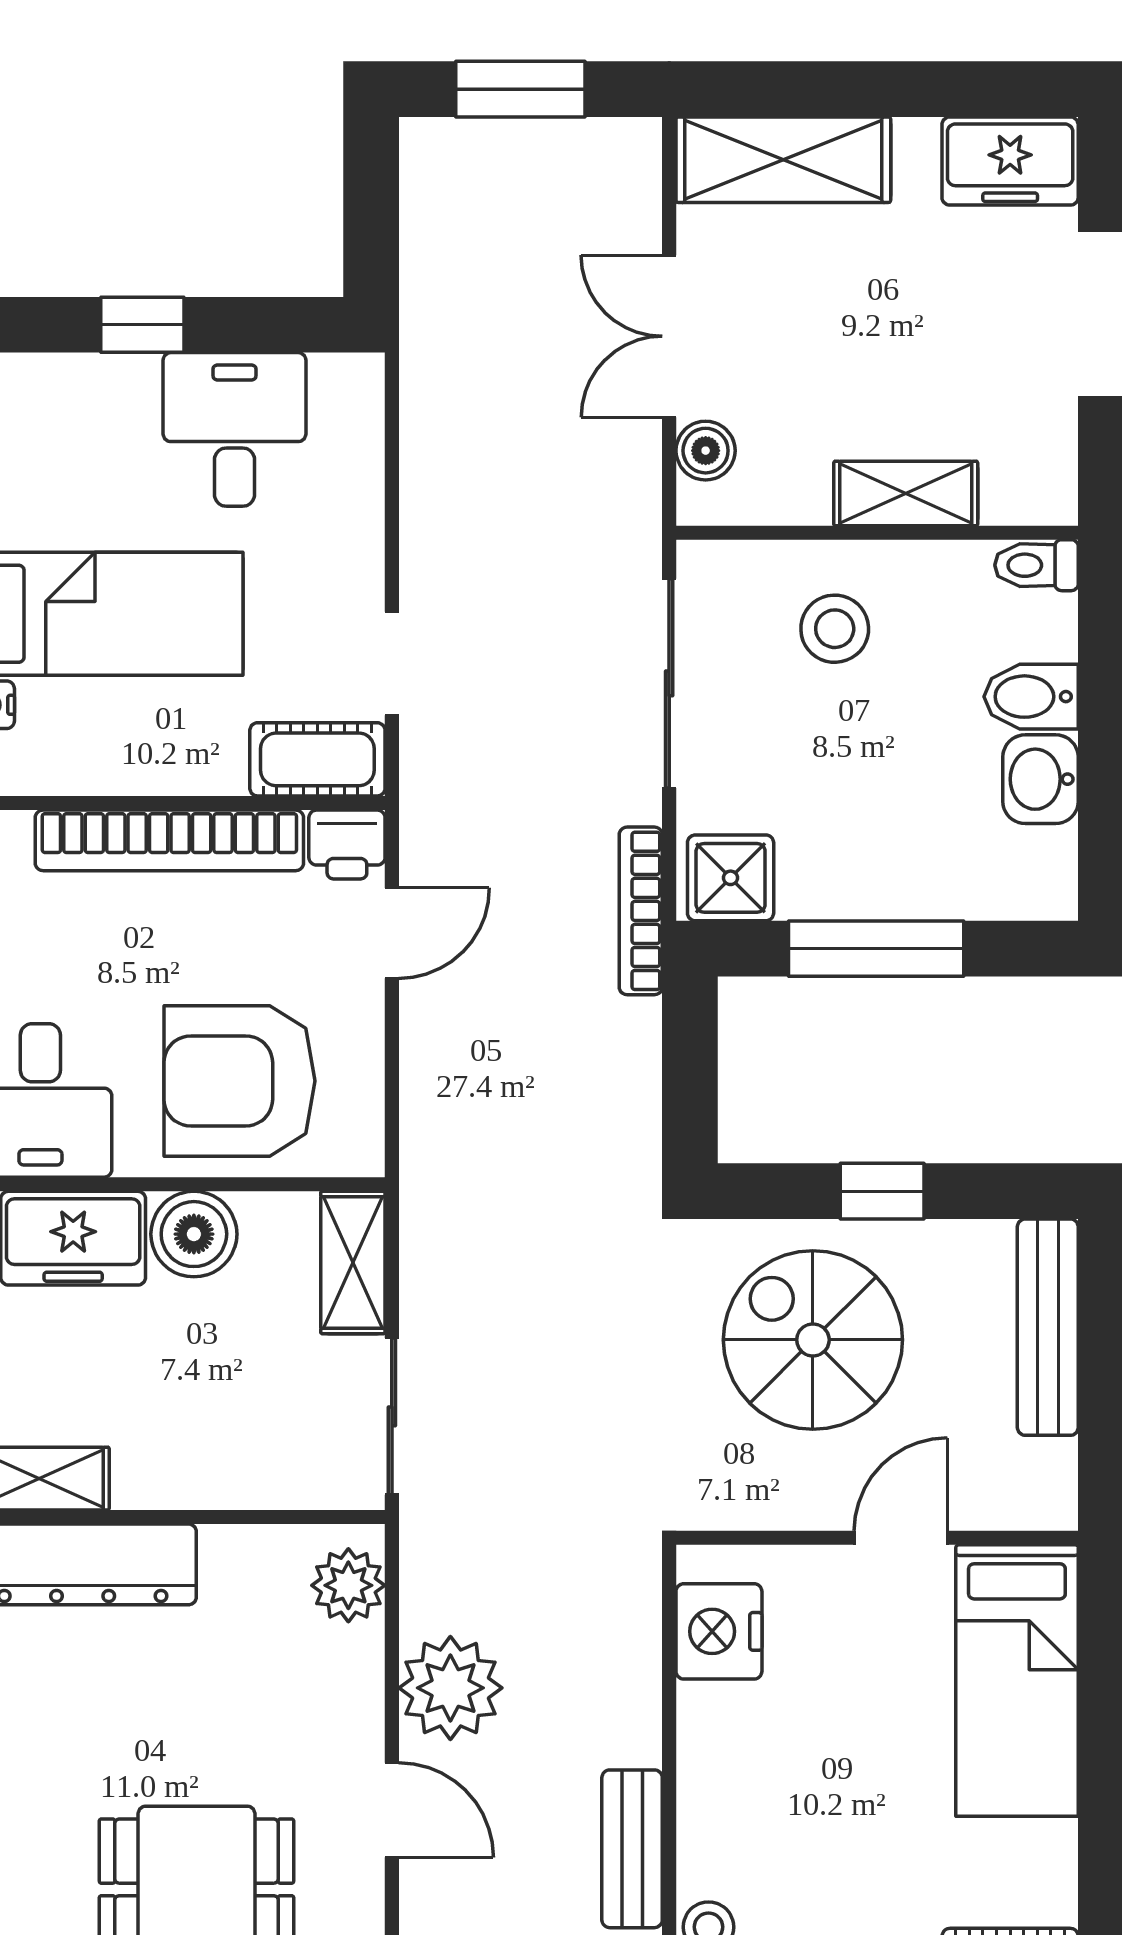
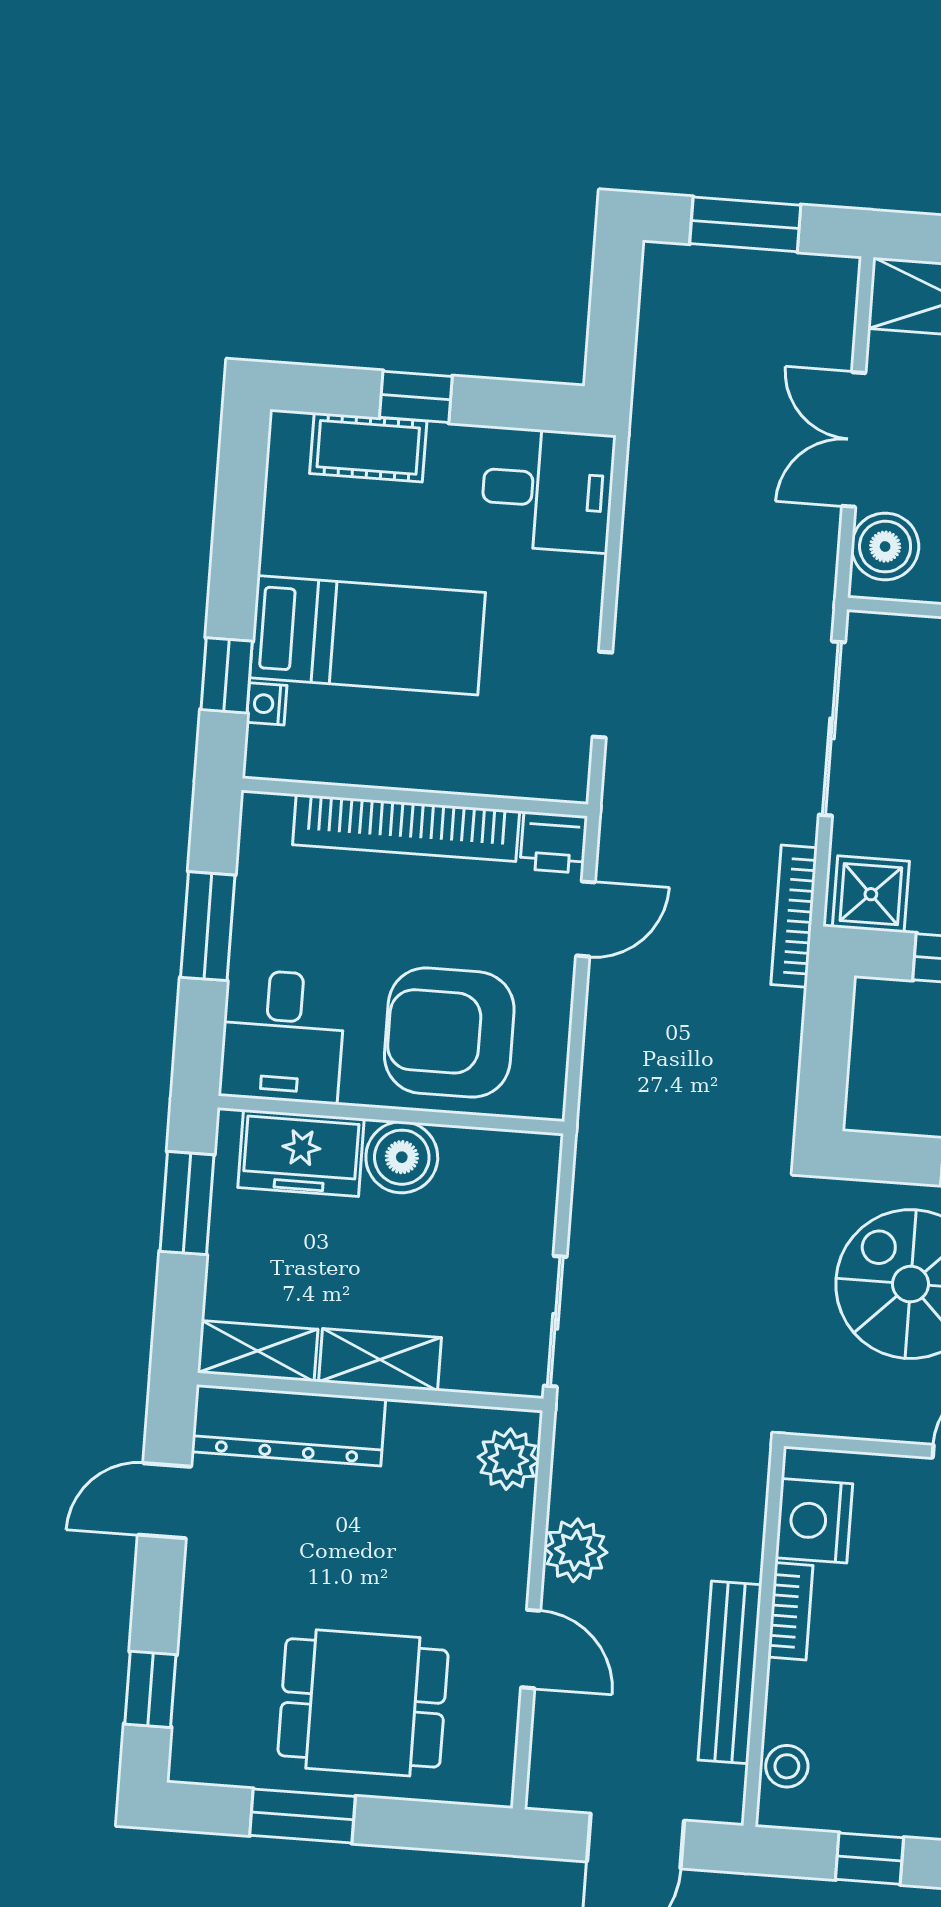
desk: (235, 429) -> (548, 490), moved, turned 90
boiler: (706, 451) -> (885, 547), width x1.36, depth x1.36
cot: (317, 759) -> (368, 447), moved
shelving: (353, 1262) -> (380, 1360), moved, turned 90
plant: (450, 1688) -> (576, 1550), width x0.73, depth x0.73
bookcase: (699, 1742) -> (790, 1611), added
bench: (632, 1849) -> (730, 1672), width x1.36

